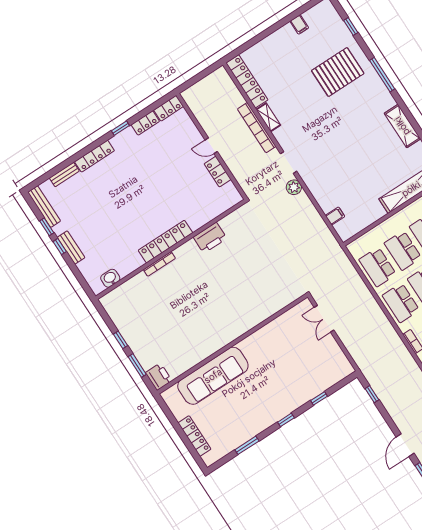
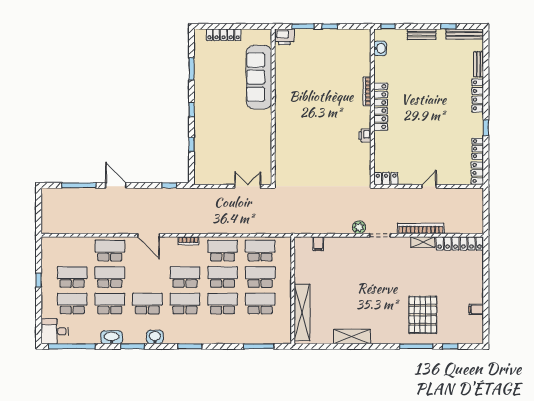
window: (382, 75) -> (416, 346), moved
locker: (218, 172) -> (386, 179), moved
printer: (210, 238) -> (365, 136), width x0.53, depth x0.68
window: (60, 247) -> (388, 26), moved

